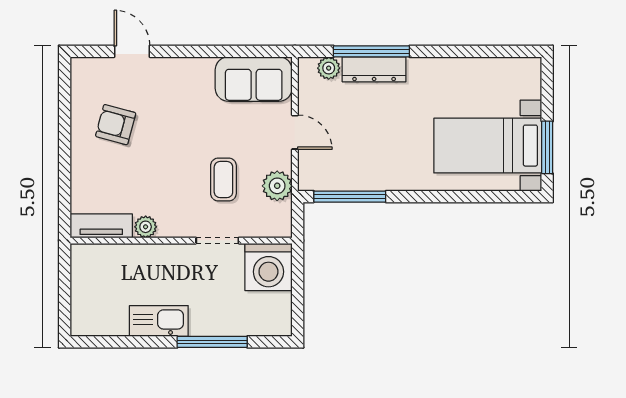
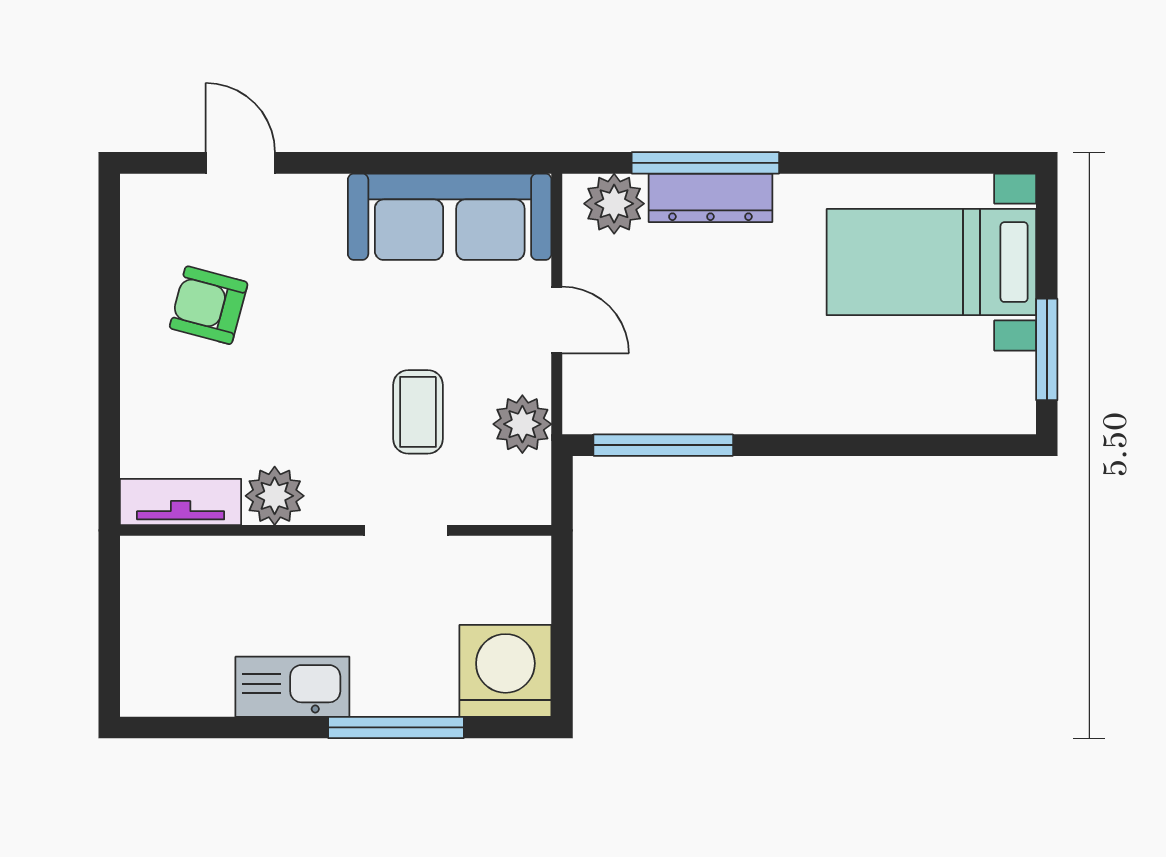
plant: (329, 68) -> (614, 204), width x1.38, depth x1.38
sofa: (254, 79) -> (450, 217), width x1.36
bed with nightstands: (488, 146) -> (931, 262), moved
plant: (146, 227) -> (275, 496), width x1.38, depth x1.38
washing machine: (268, 267) -> (505, 671), moved, turned 180

